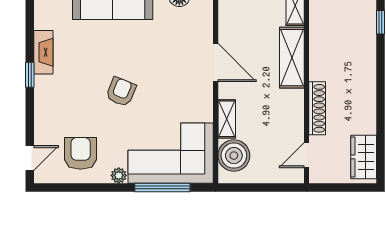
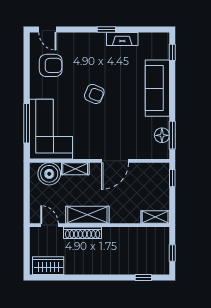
shelving: (292, 58) -> (87, 215), moved
plant: (119, 175) -> (35, 92), removed

